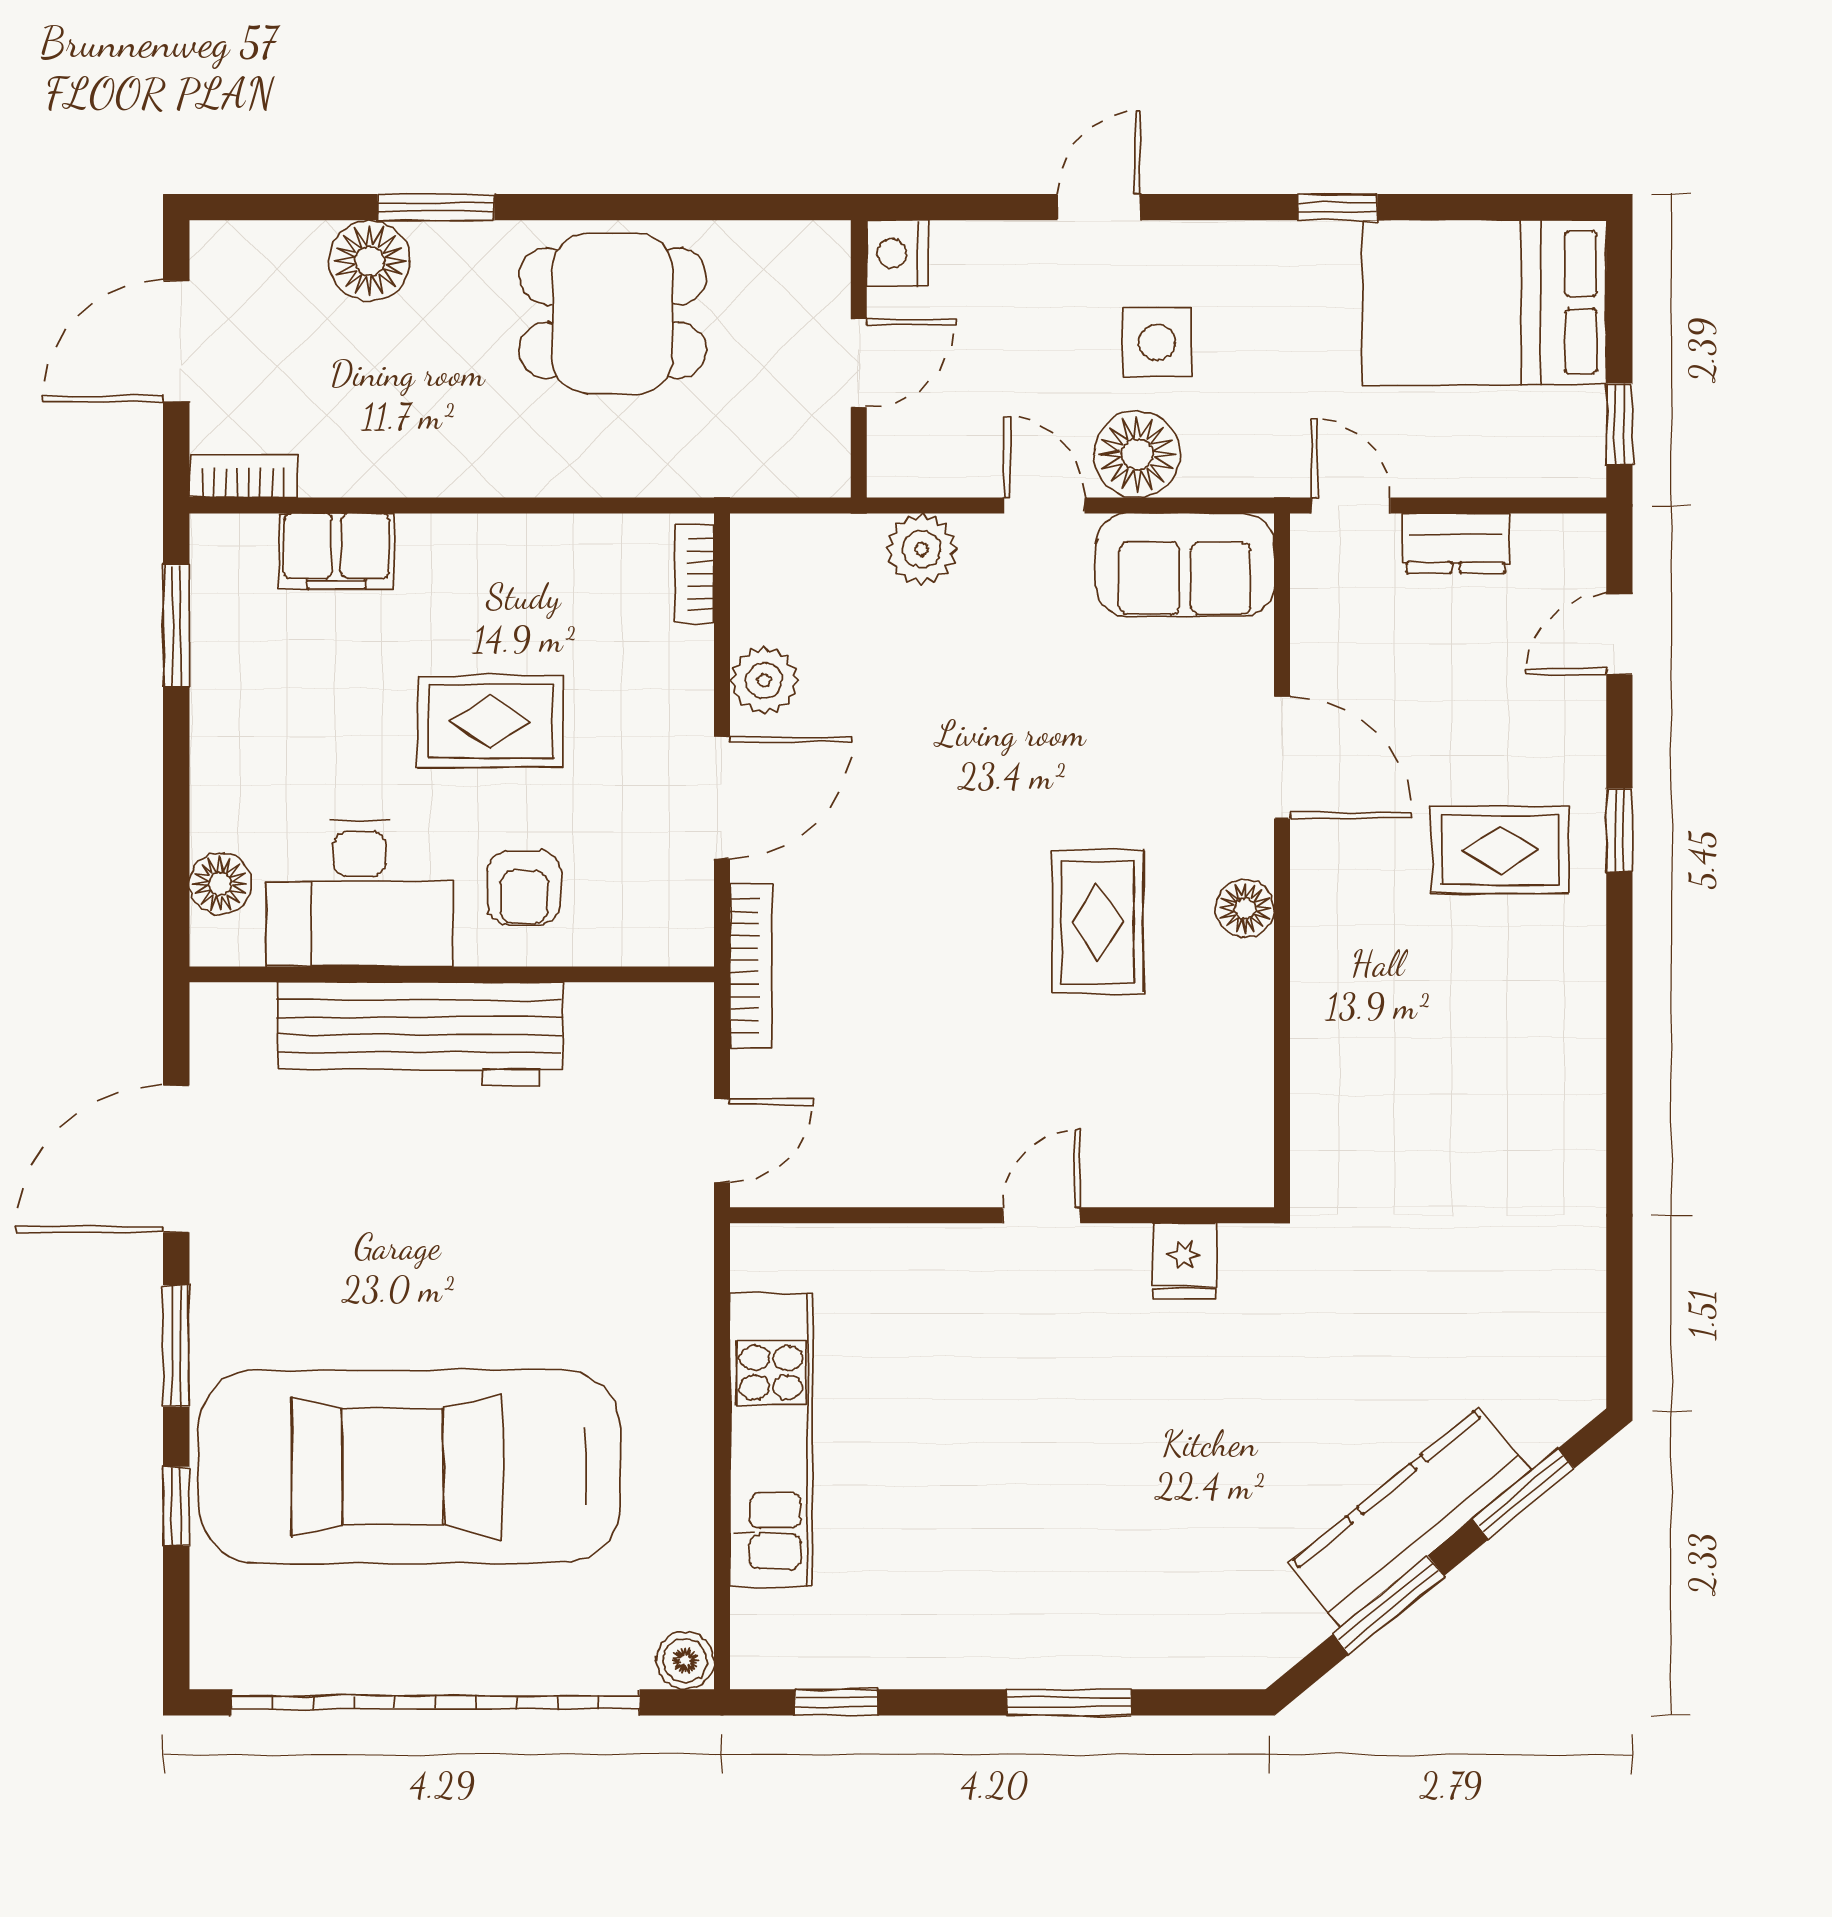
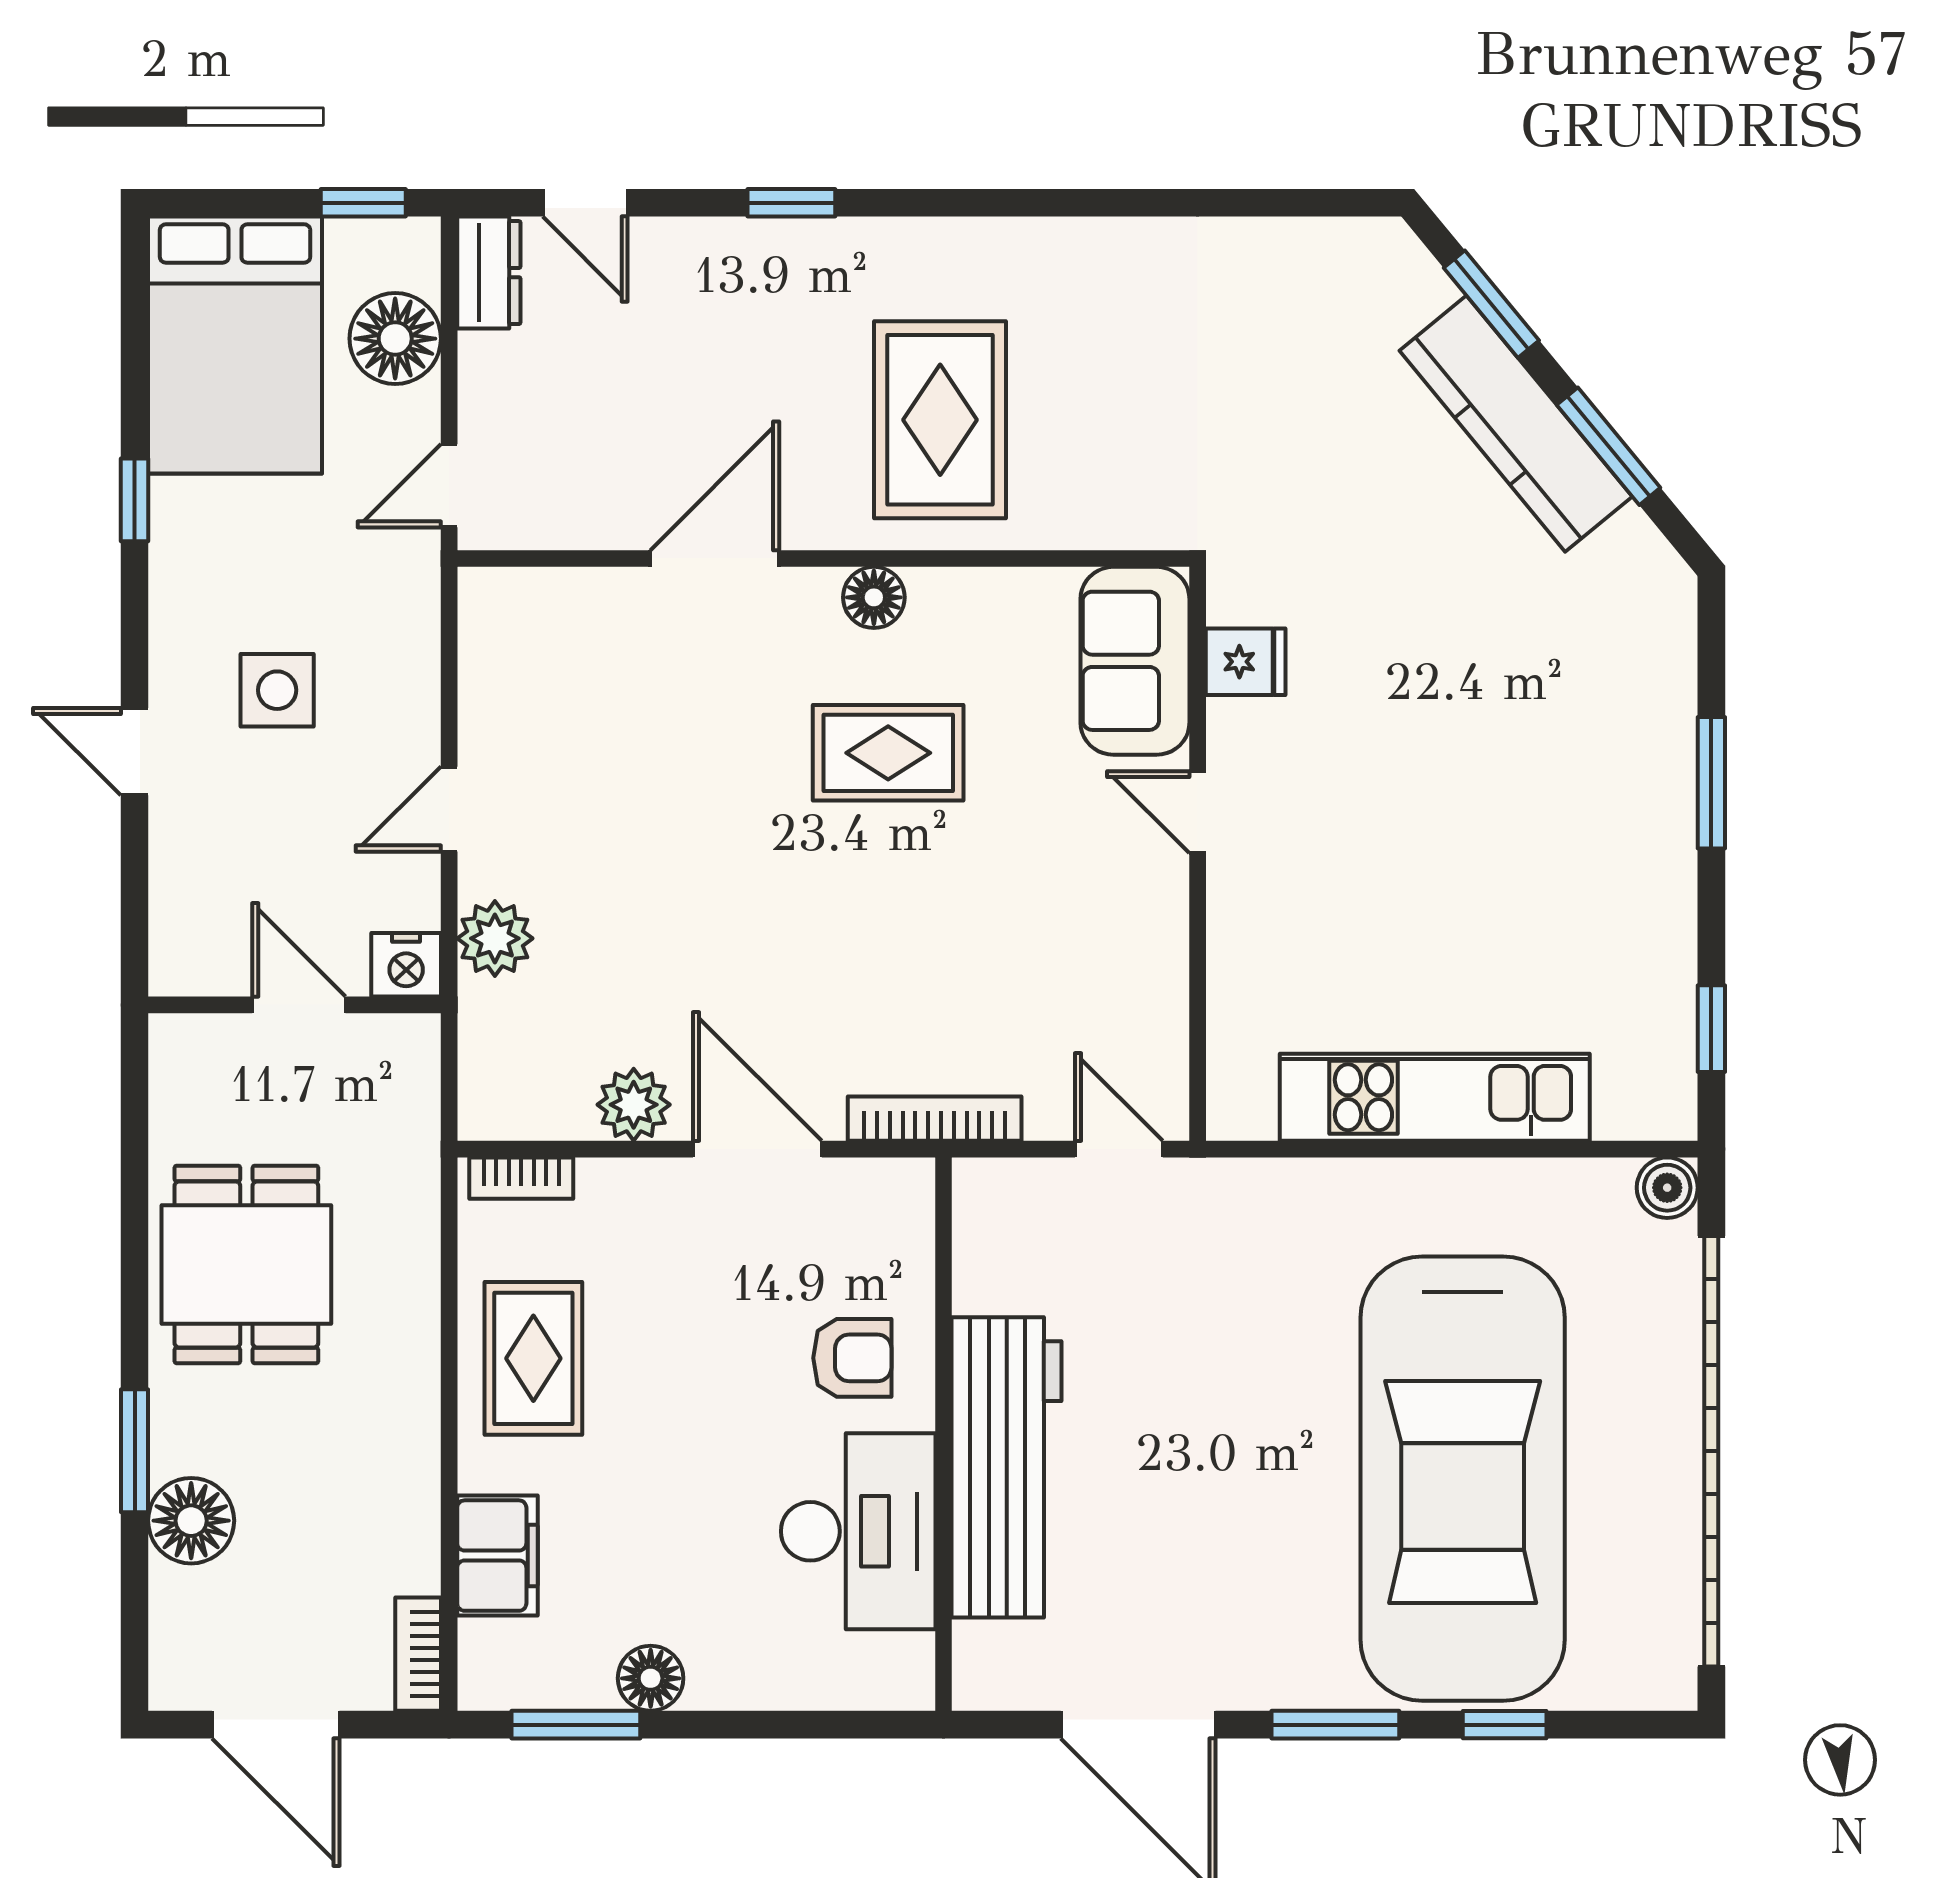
nightstand: (897, 253) -> (406, 965), moved
floor lamp: (1137, 454) -> (395, 339), moved
dresser: (1456, 543) -> (489, 273), moved
sofa: (1185, 565) -> (1135, 661), moved, turned 180
rug: (490, 722) -> (533, 1358), moved
rug: (1500, 850) -> (940, 420), moved, width x1.36, depth x1.43
floor lamp: (220, 884) -> (651, 1678), moved

